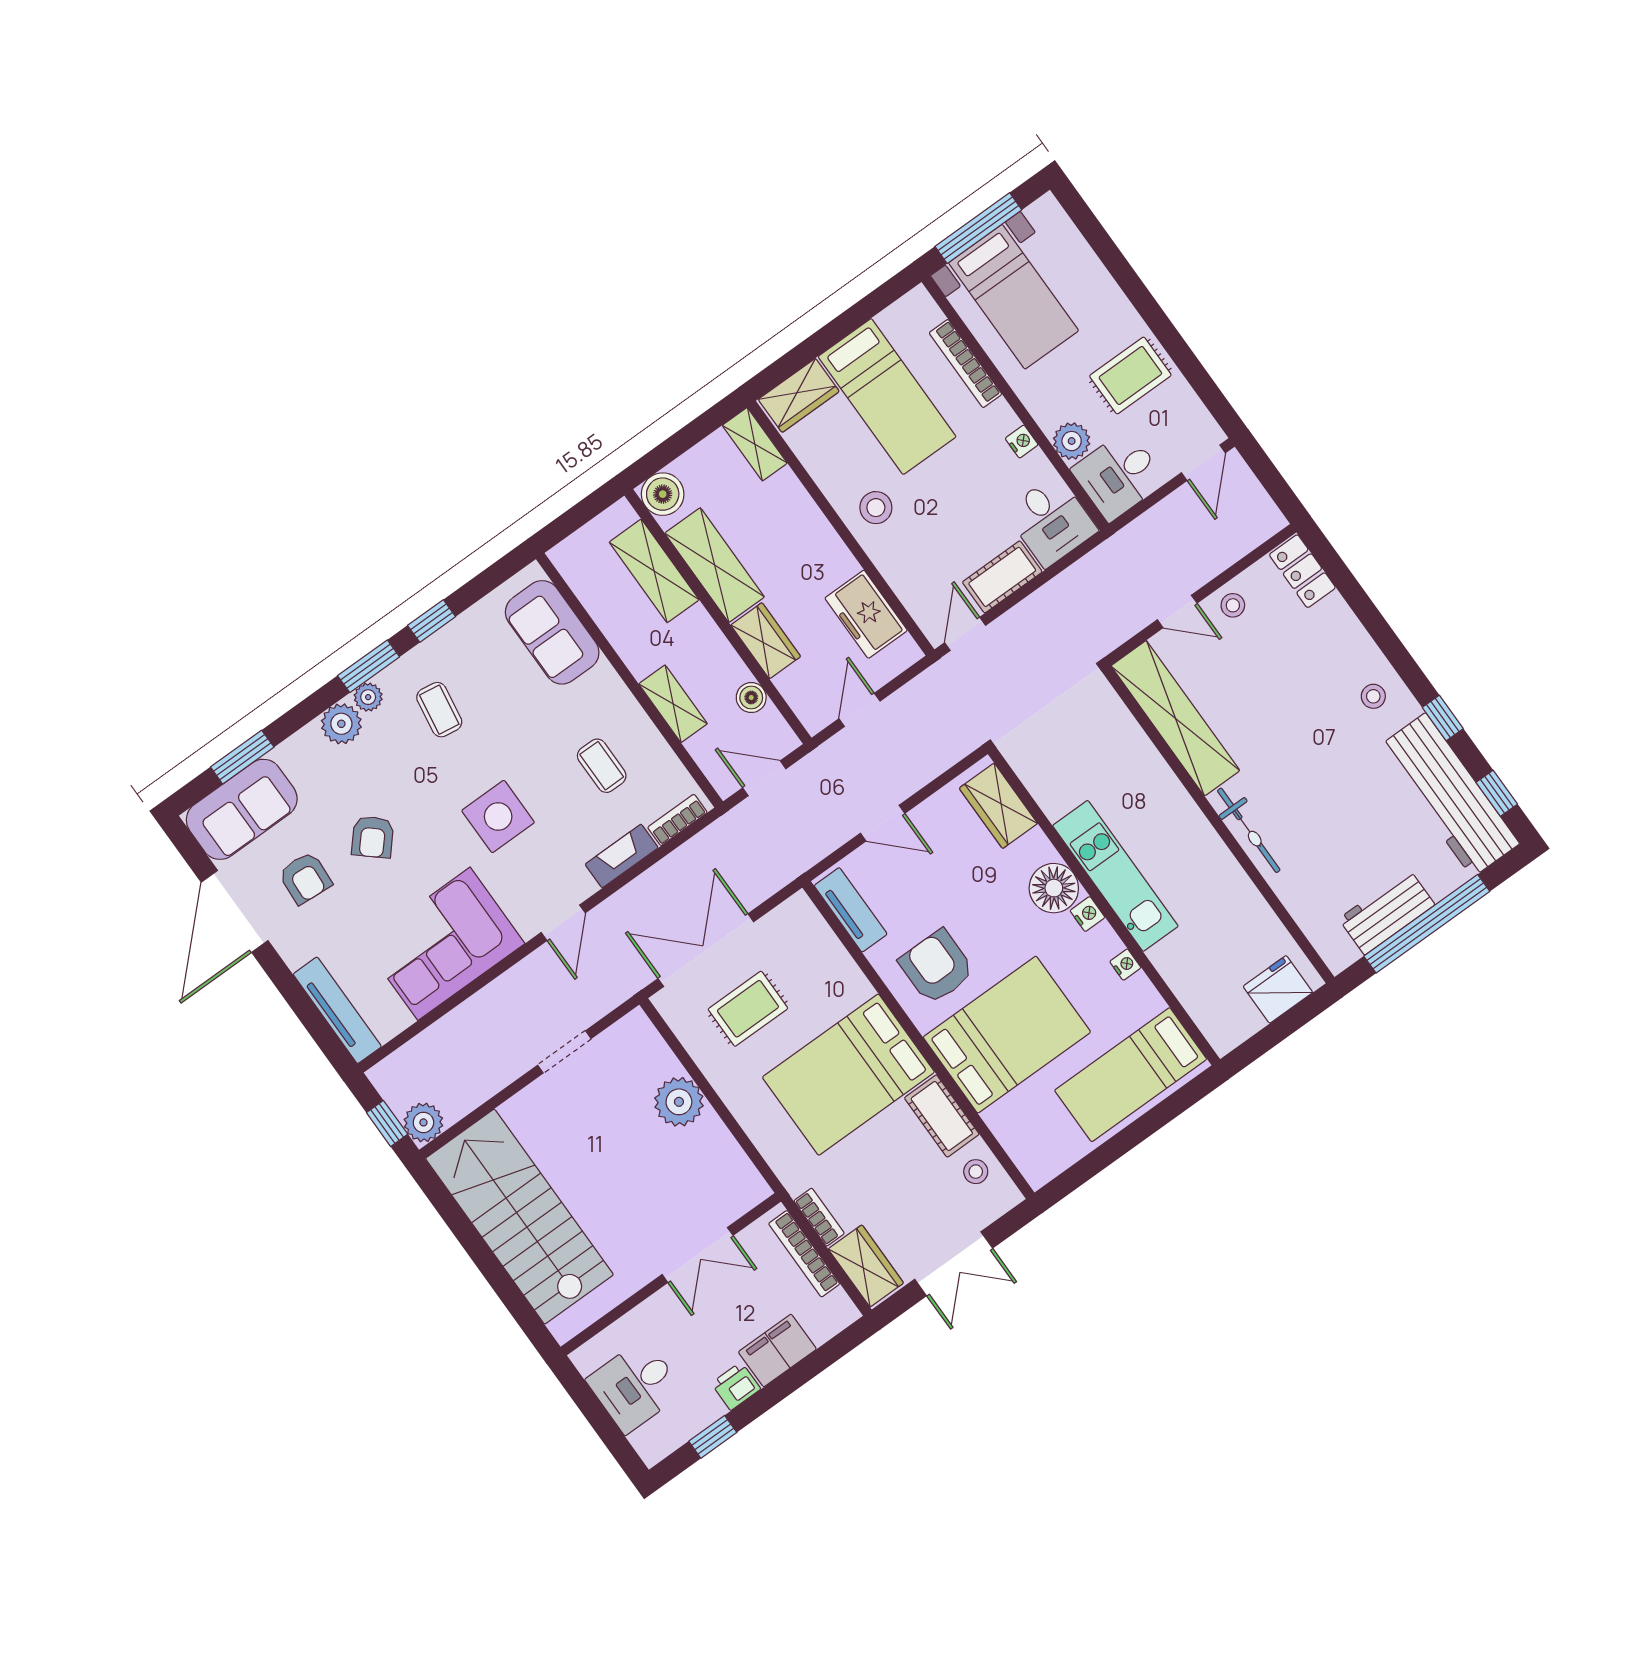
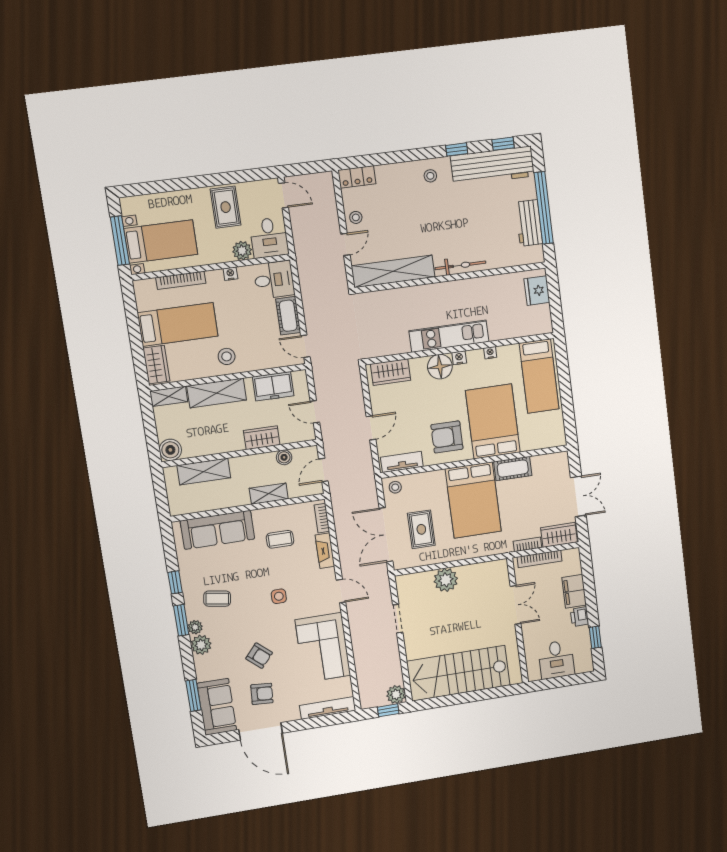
shelving: (715, 565) -> (217, 393), moved
sofa: (552, 632) -> (217, 530), width x1.36
side table: (498, 817) -> (279, 596), width x0.54, depth x0.54
stool: (976, 1172) -> (395, 487), moved

